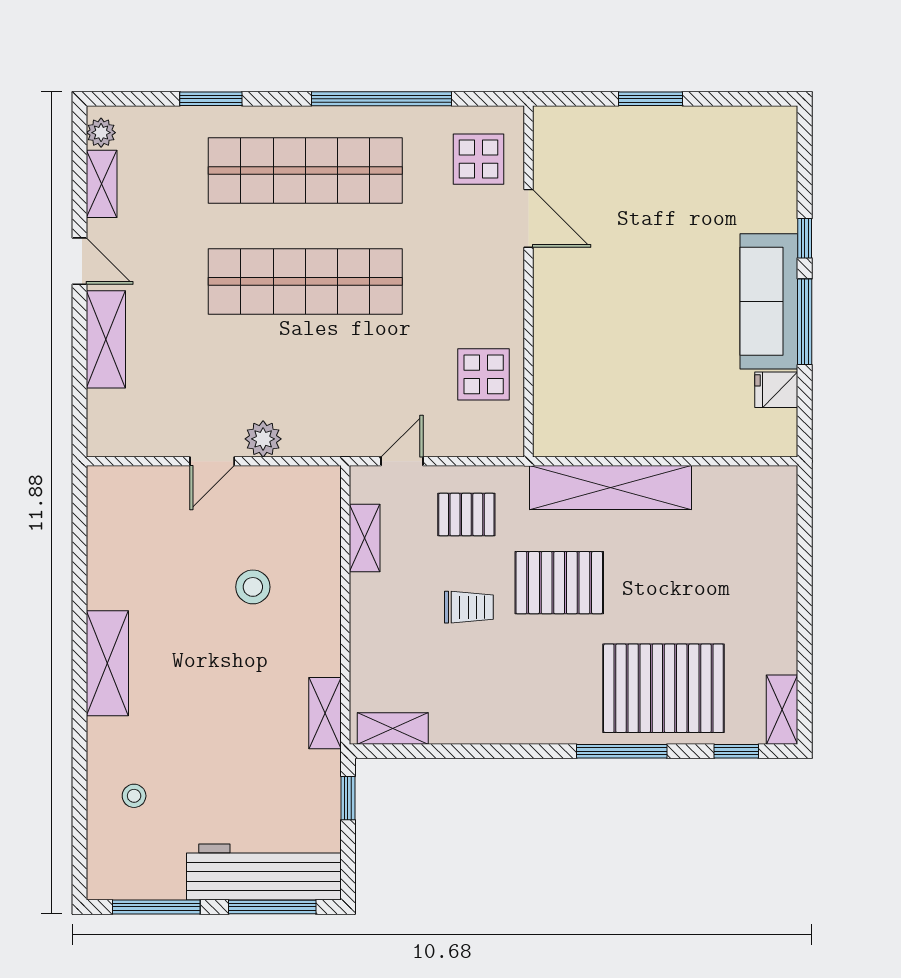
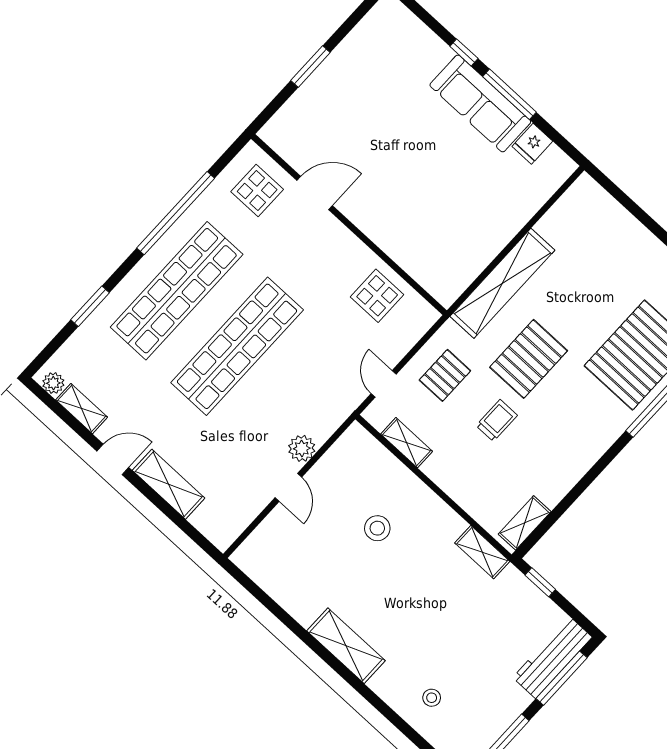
workbench: (264, 872) -> (552, 657), width x0.73, depth x0.76

